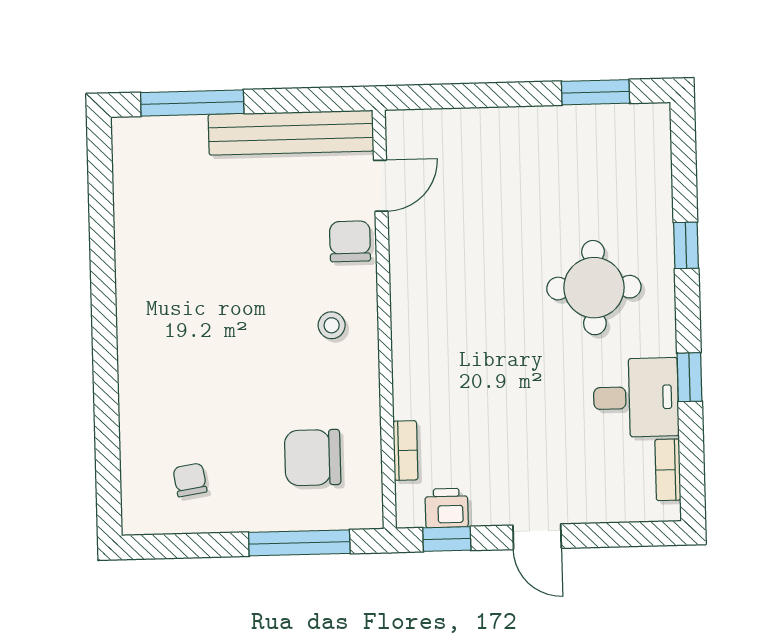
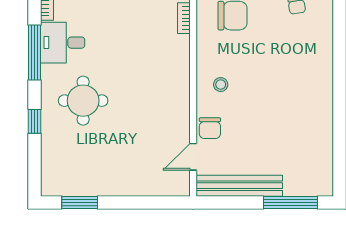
window: (689, 377) -> (34, 52), width x2.17

